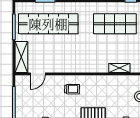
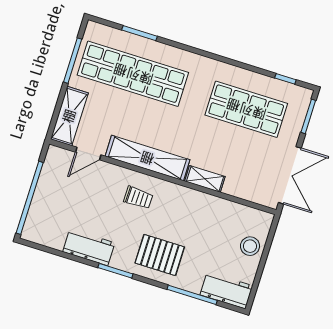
shelving: (70, 66) -> (147, 158), added
shelving: (119, 68) -> (205, 179), moved

